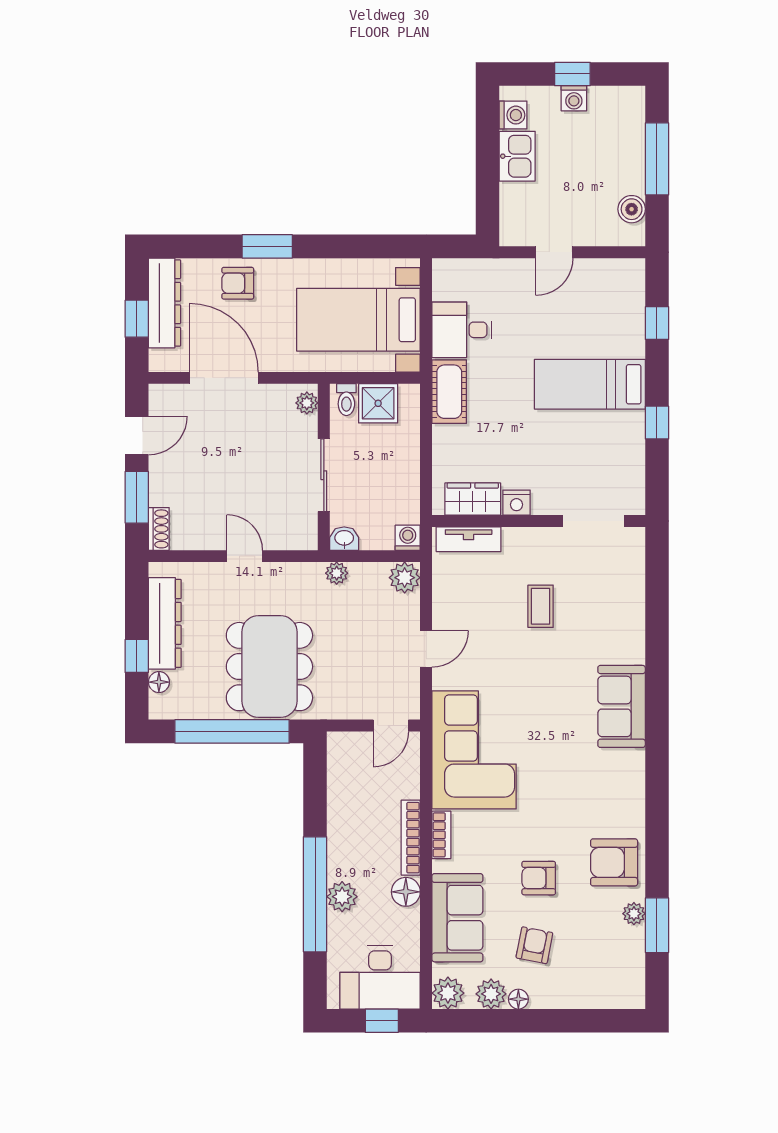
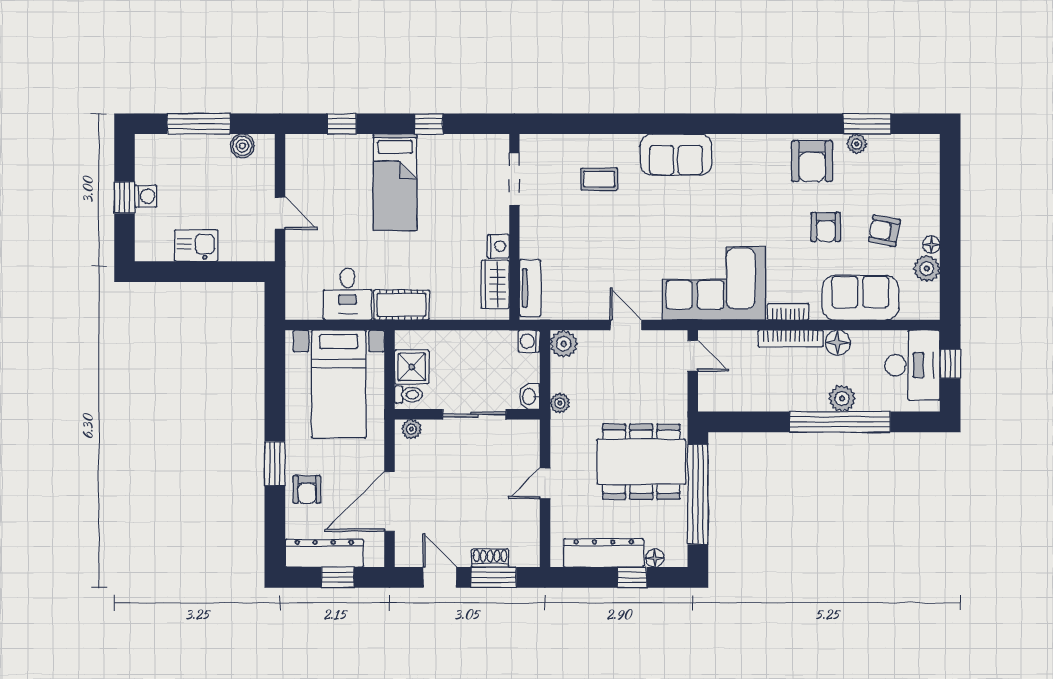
washing machine: (513, 115) -> (160, 249), removed
shoe rack: (159, 529) -> (490, 558), moved
coffee table: (541, 606) -> (599, 179), moved
plant: (448, 993) -> (926, 306), removed

